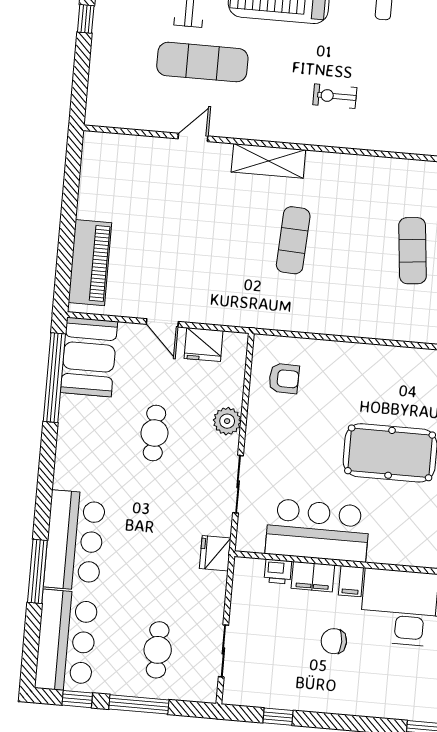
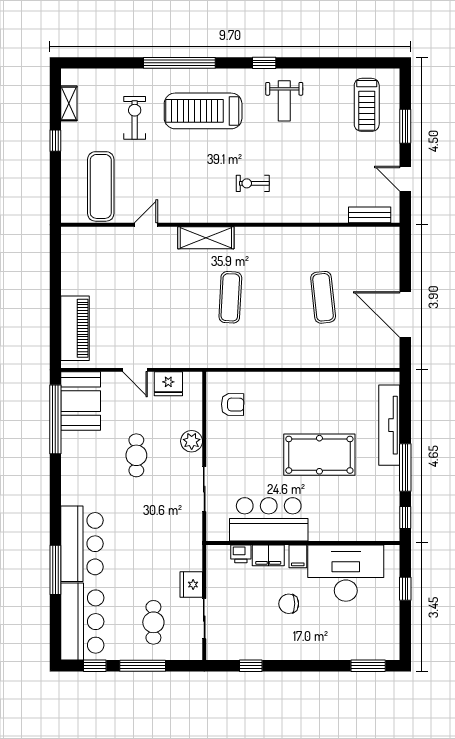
exercise mat: (202, 62) -> (101, 186), moved, turned 90
fridge: (215, 553) -> (191, 585), moved

